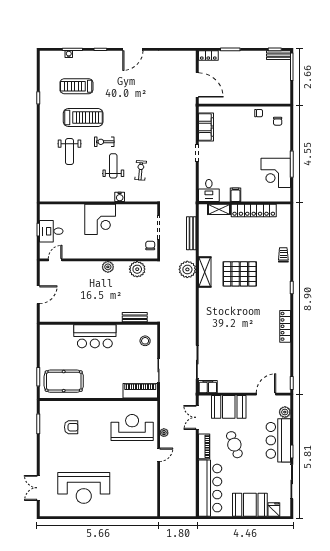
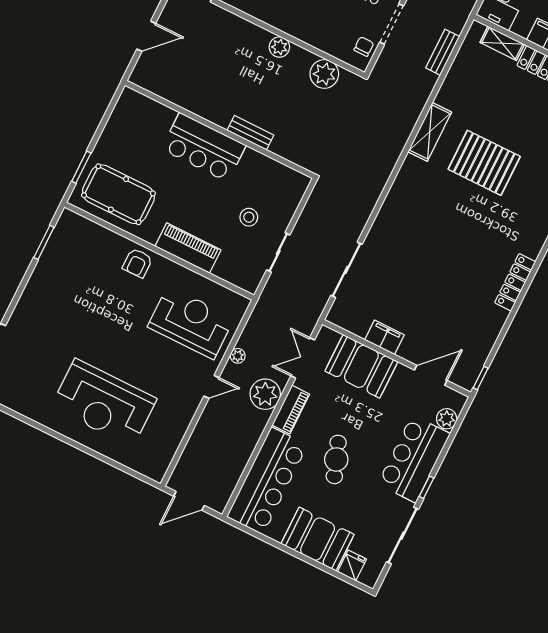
bench: (191, 233) -> (443, 52), width x0.73
plant: (187, 269) -> (265, 394), moved
bench: (135, 317) -> (250, 133), moved
stool: (145, 341) -> (249, 217), moved
filing cabinet: (208, 387) -> (384, 337), moved
piano: (140, 391) -> (188, 248), moved
armchair: (71, 427) -> (137, 263), moved, turned 90
cafe table: (234, 445) -> (336, 459), moved
reception desk: (84, 488) -> (104, 403), moved
door: (176, 518) -> (189, 501), added

